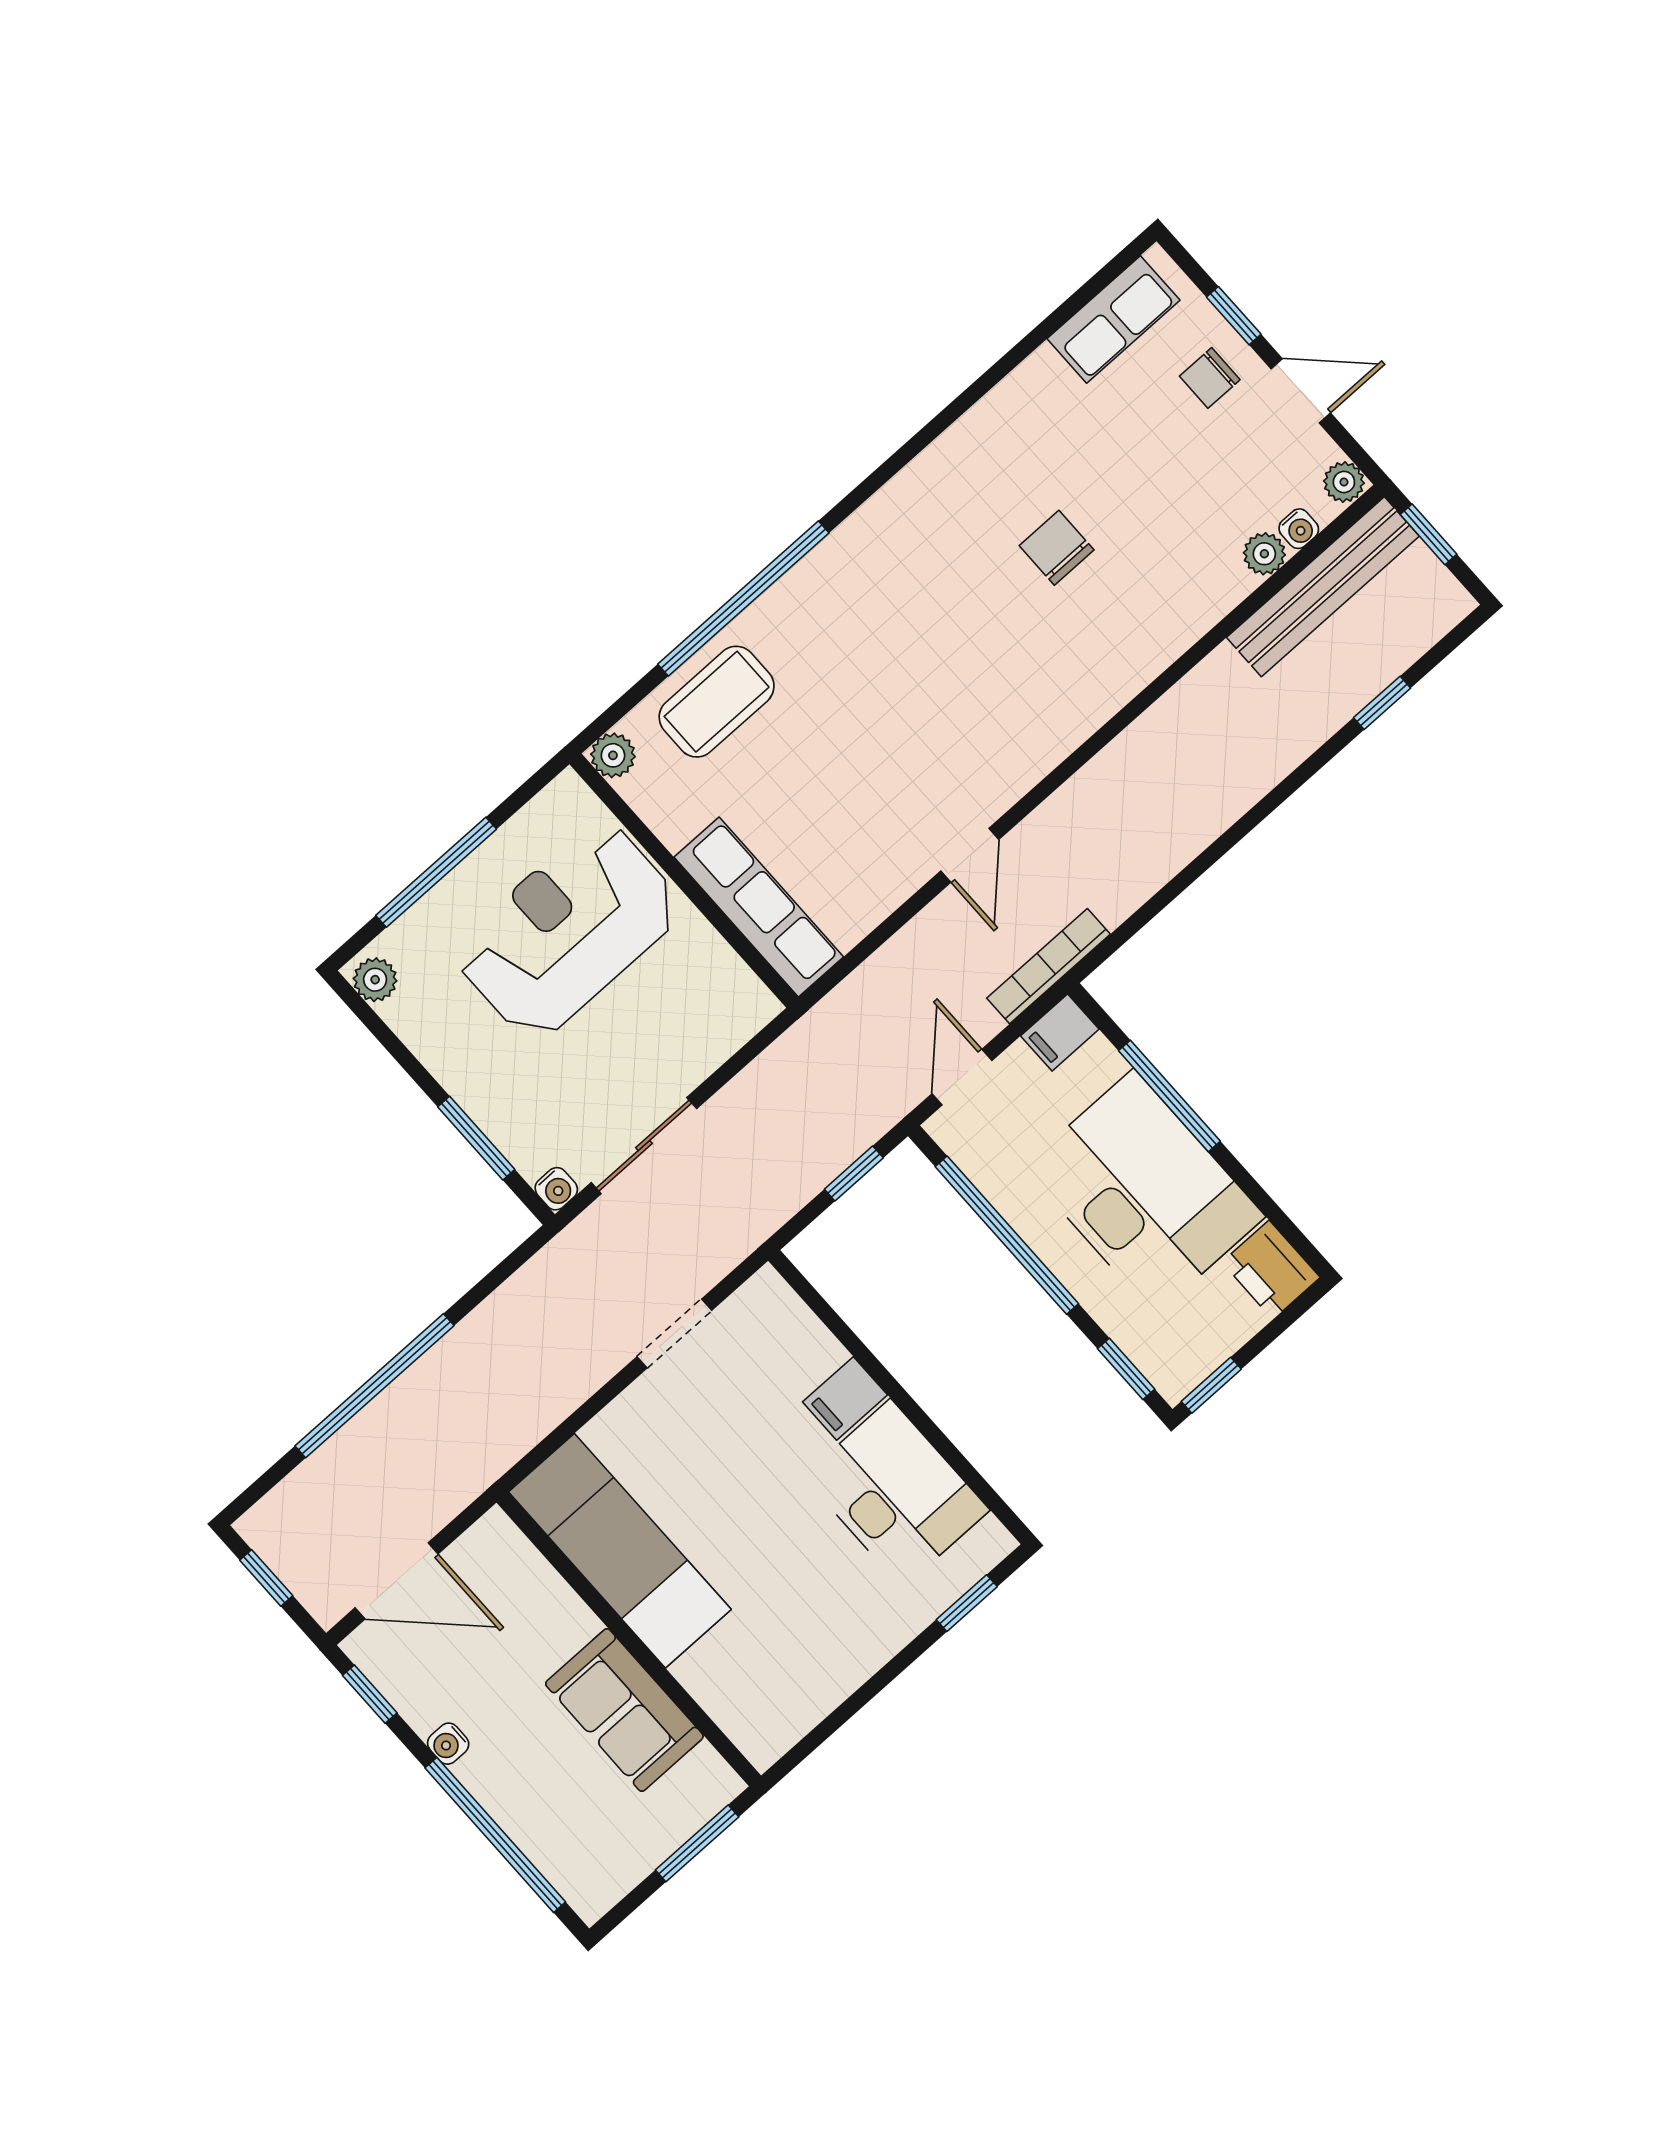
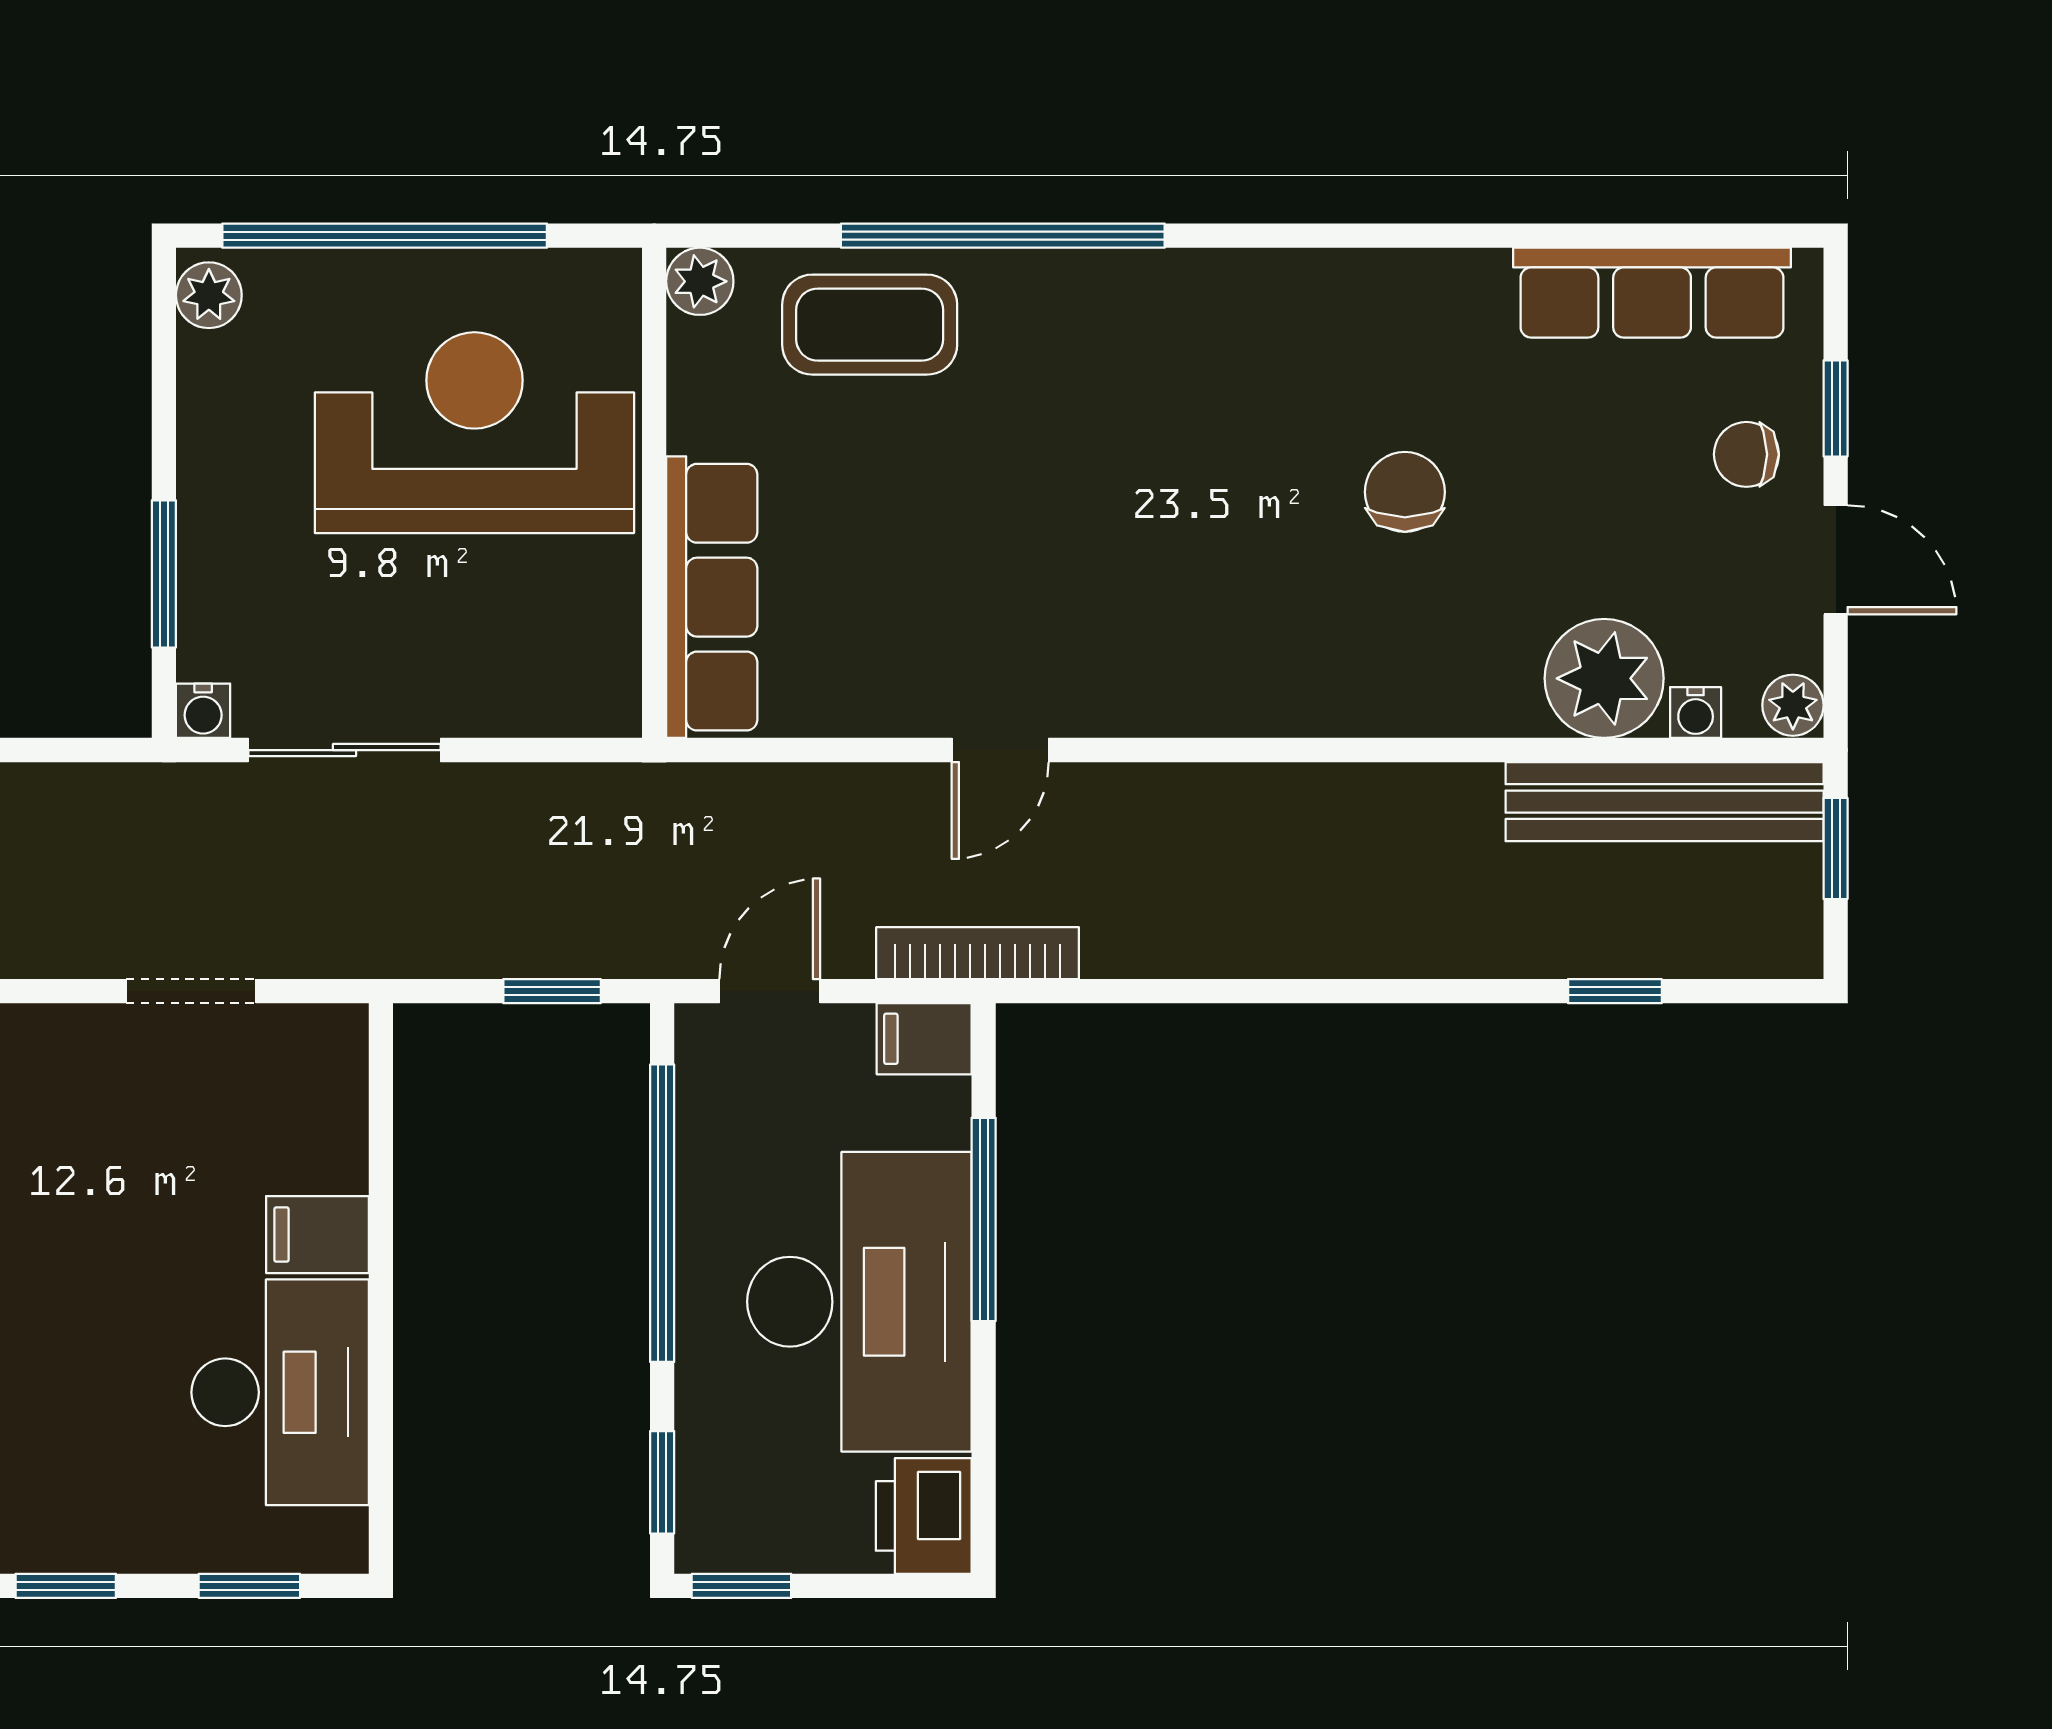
row of seats: (1114, 319) -> (1652, 293), width x1.48
plant: (1264, 554) -> (1604, 678), width x1.87, depth x1.87
window: (436, 872) -> (385, 236), width x1.46
window: (876, 1684) -> (66, 1586), added

